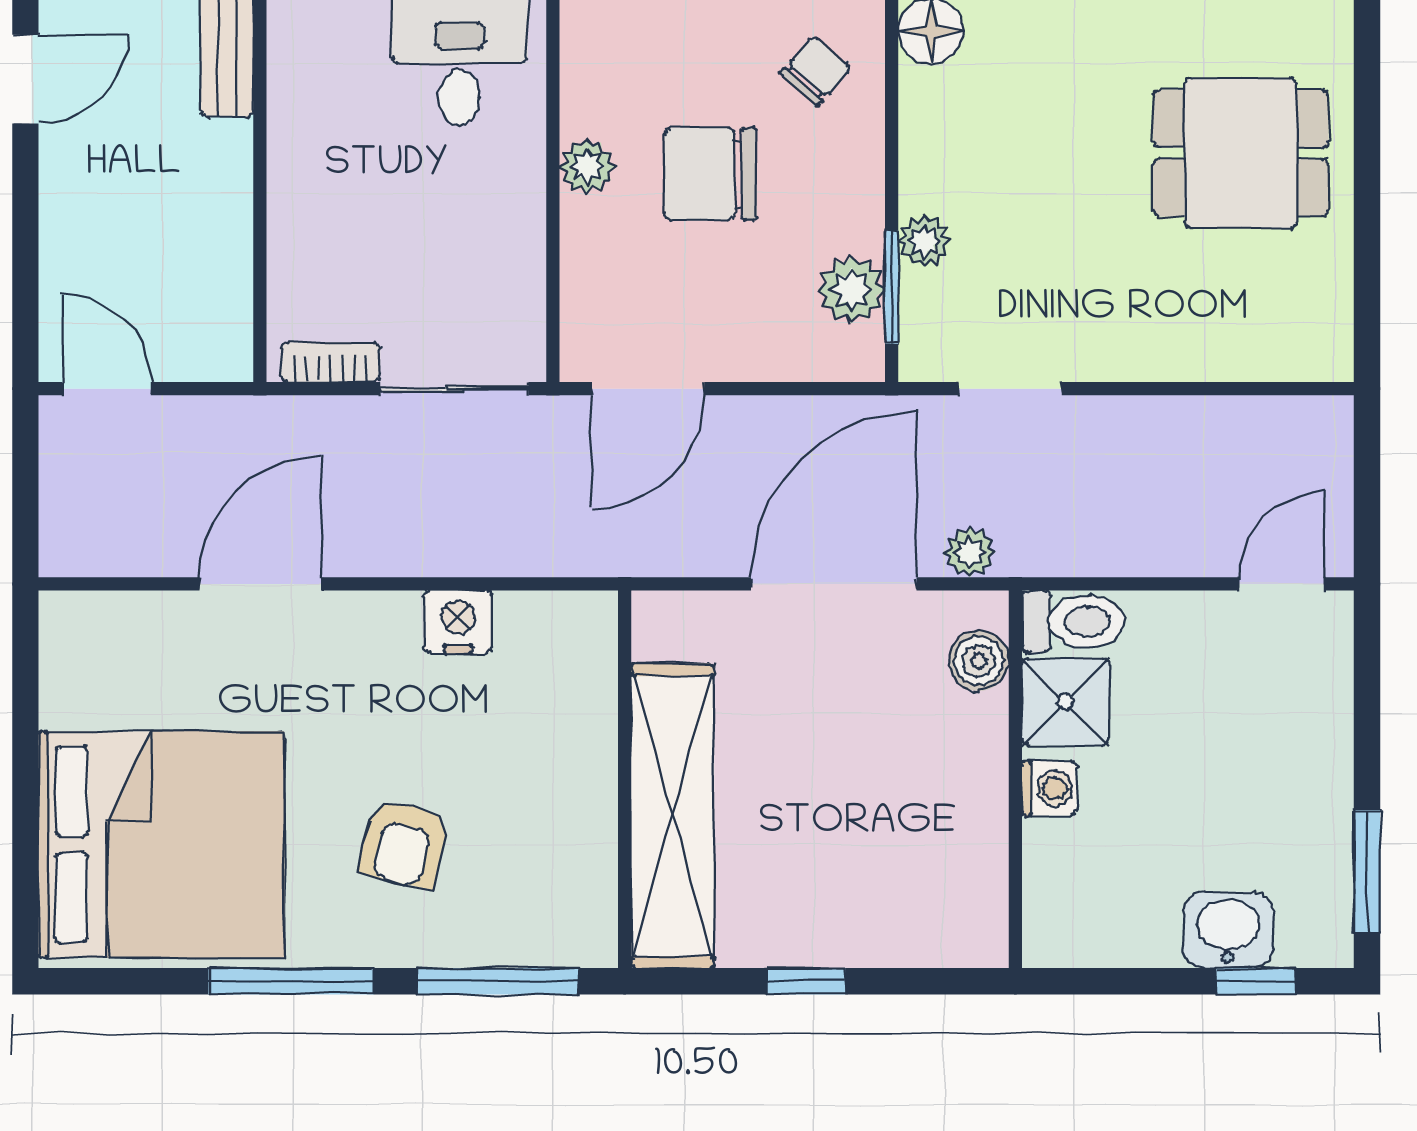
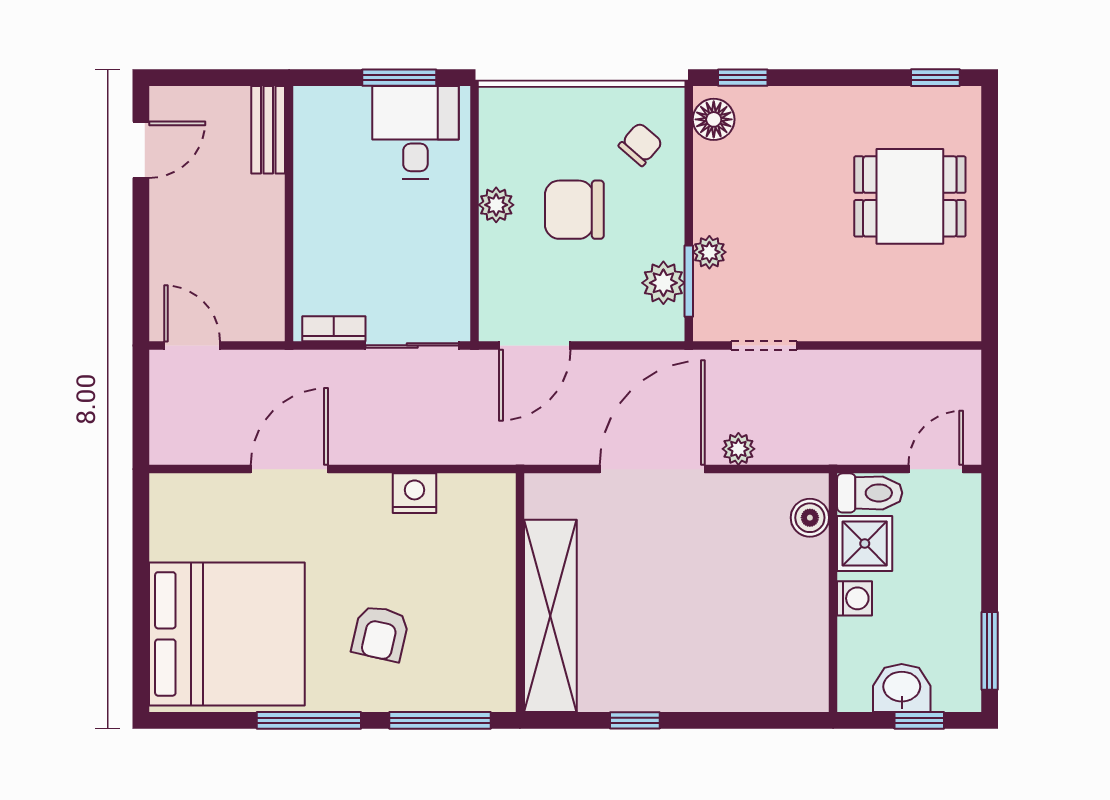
toilet: (1073, 622) -> (870, 493), moved
boiler: (979, 661) -> (810, 518), moved
shower: (1065, 702) -> (865, 544), moved
wall: (1015, 779) -> (833, 593), moved
washing machine: (1049, 788) -> (855, 598), moved

